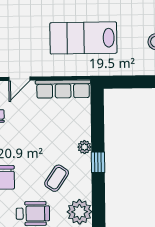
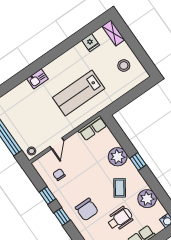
row of seats: (63, 89) -> (93, 128), width x0.68
plant: (84, 147) -> (118, 157), width x1.87, depth x1.87

